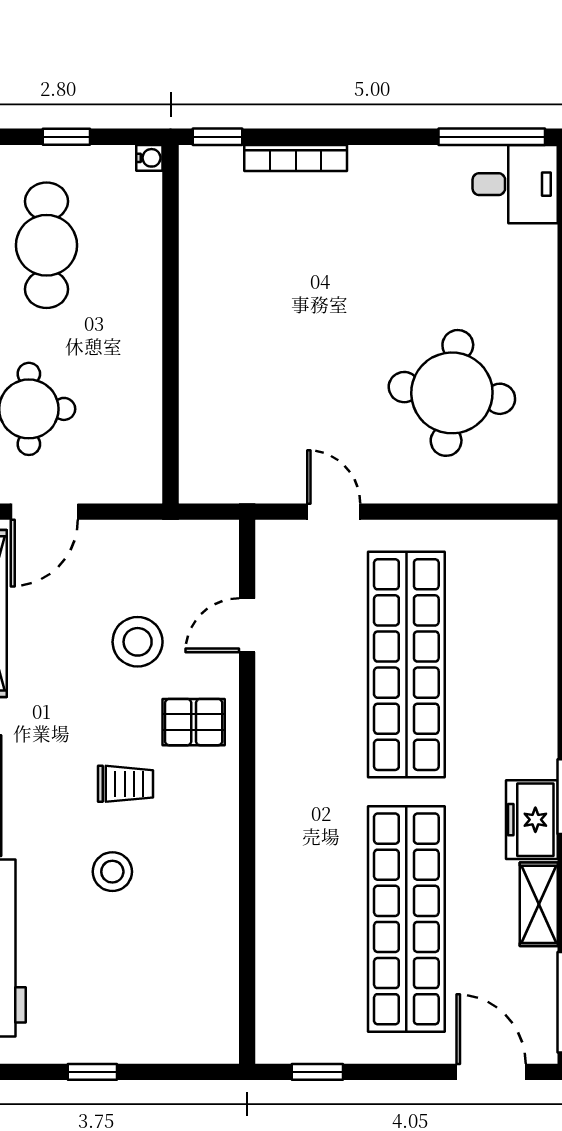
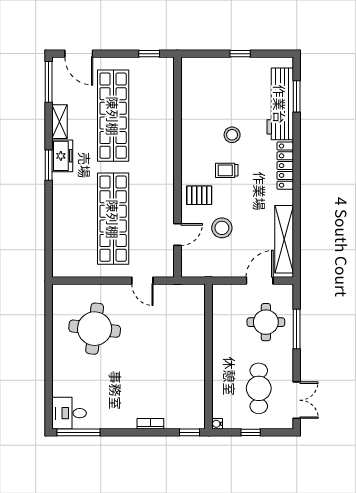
bookcase: (296, 158) -> (150, 424), width x0.64

